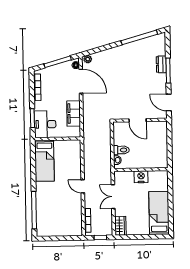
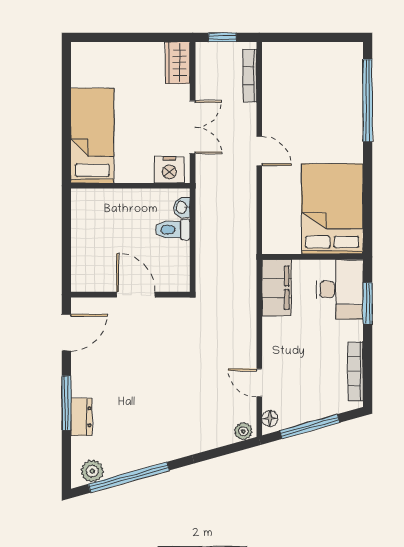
plant: (156, 40) -> (92, 471), added
door: (81, 81) -> (259, 383), width x0.53
door: (169, 103) -> (66, 333), hinge flipped
filing cabinet: (74, 113) -> (277, 288), moved
bed: (45, 161) -> (332, 209), width x1.50
nightstand: (141, 177) -> (169, 170), moved
bed: (159, 213) -> (92, 136), moved, turned 180

